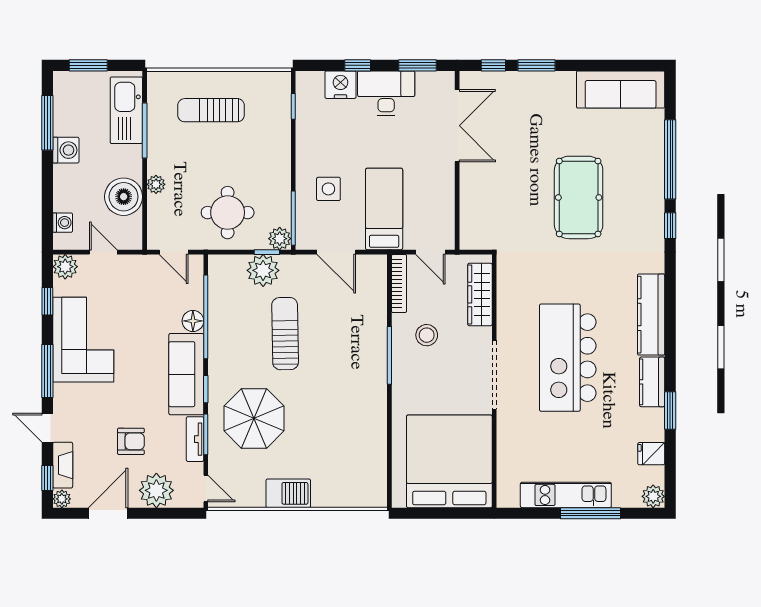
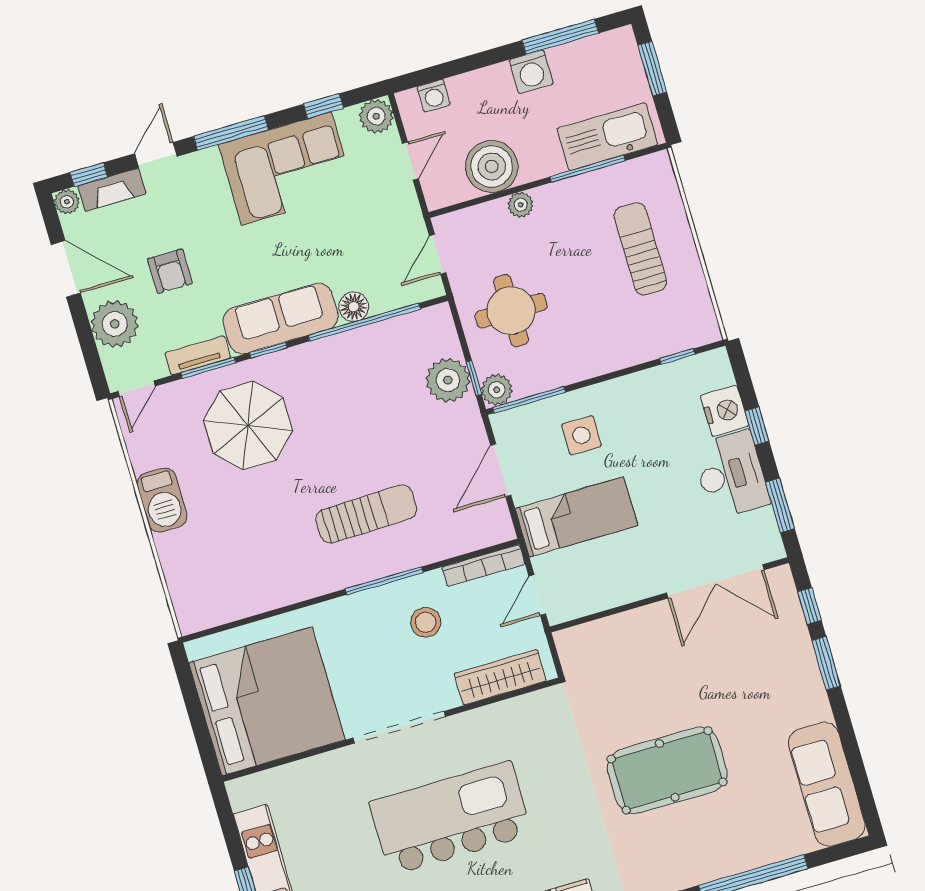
sun lounger: (285, 334) -> (366, 514), moved

